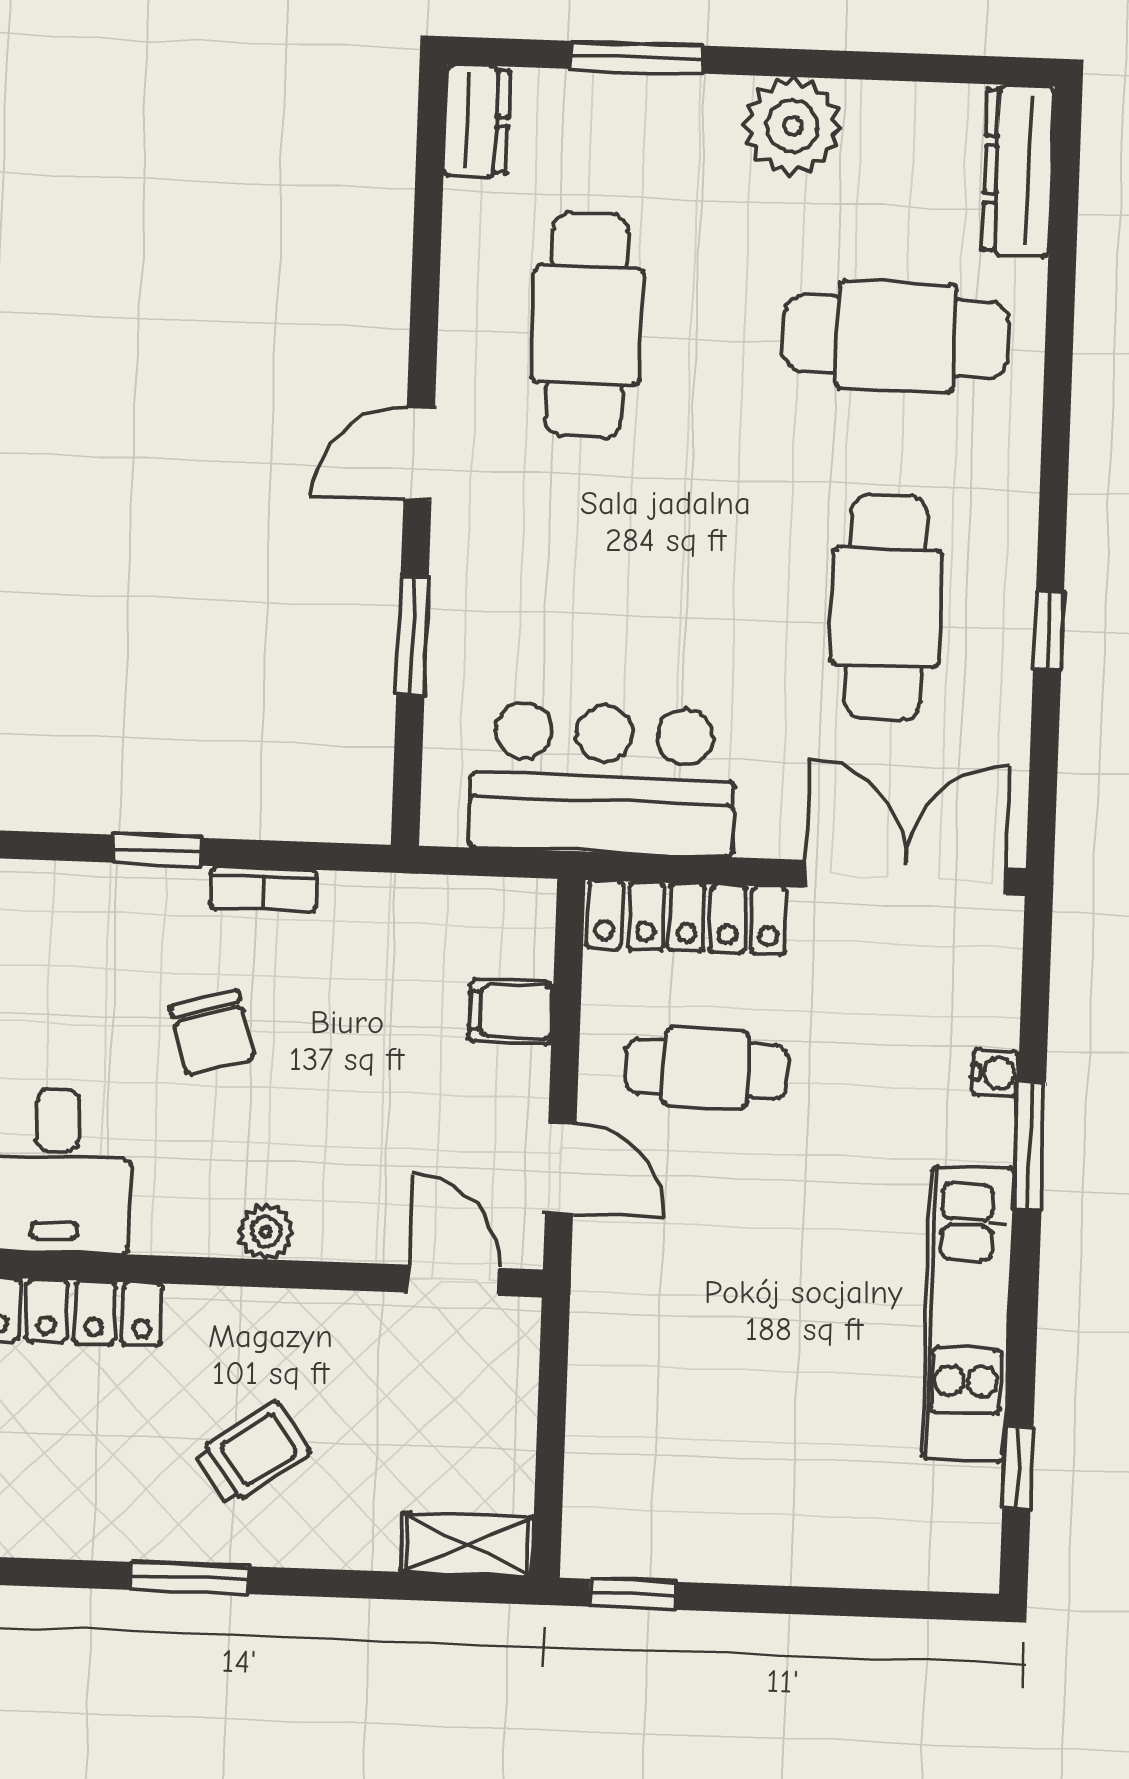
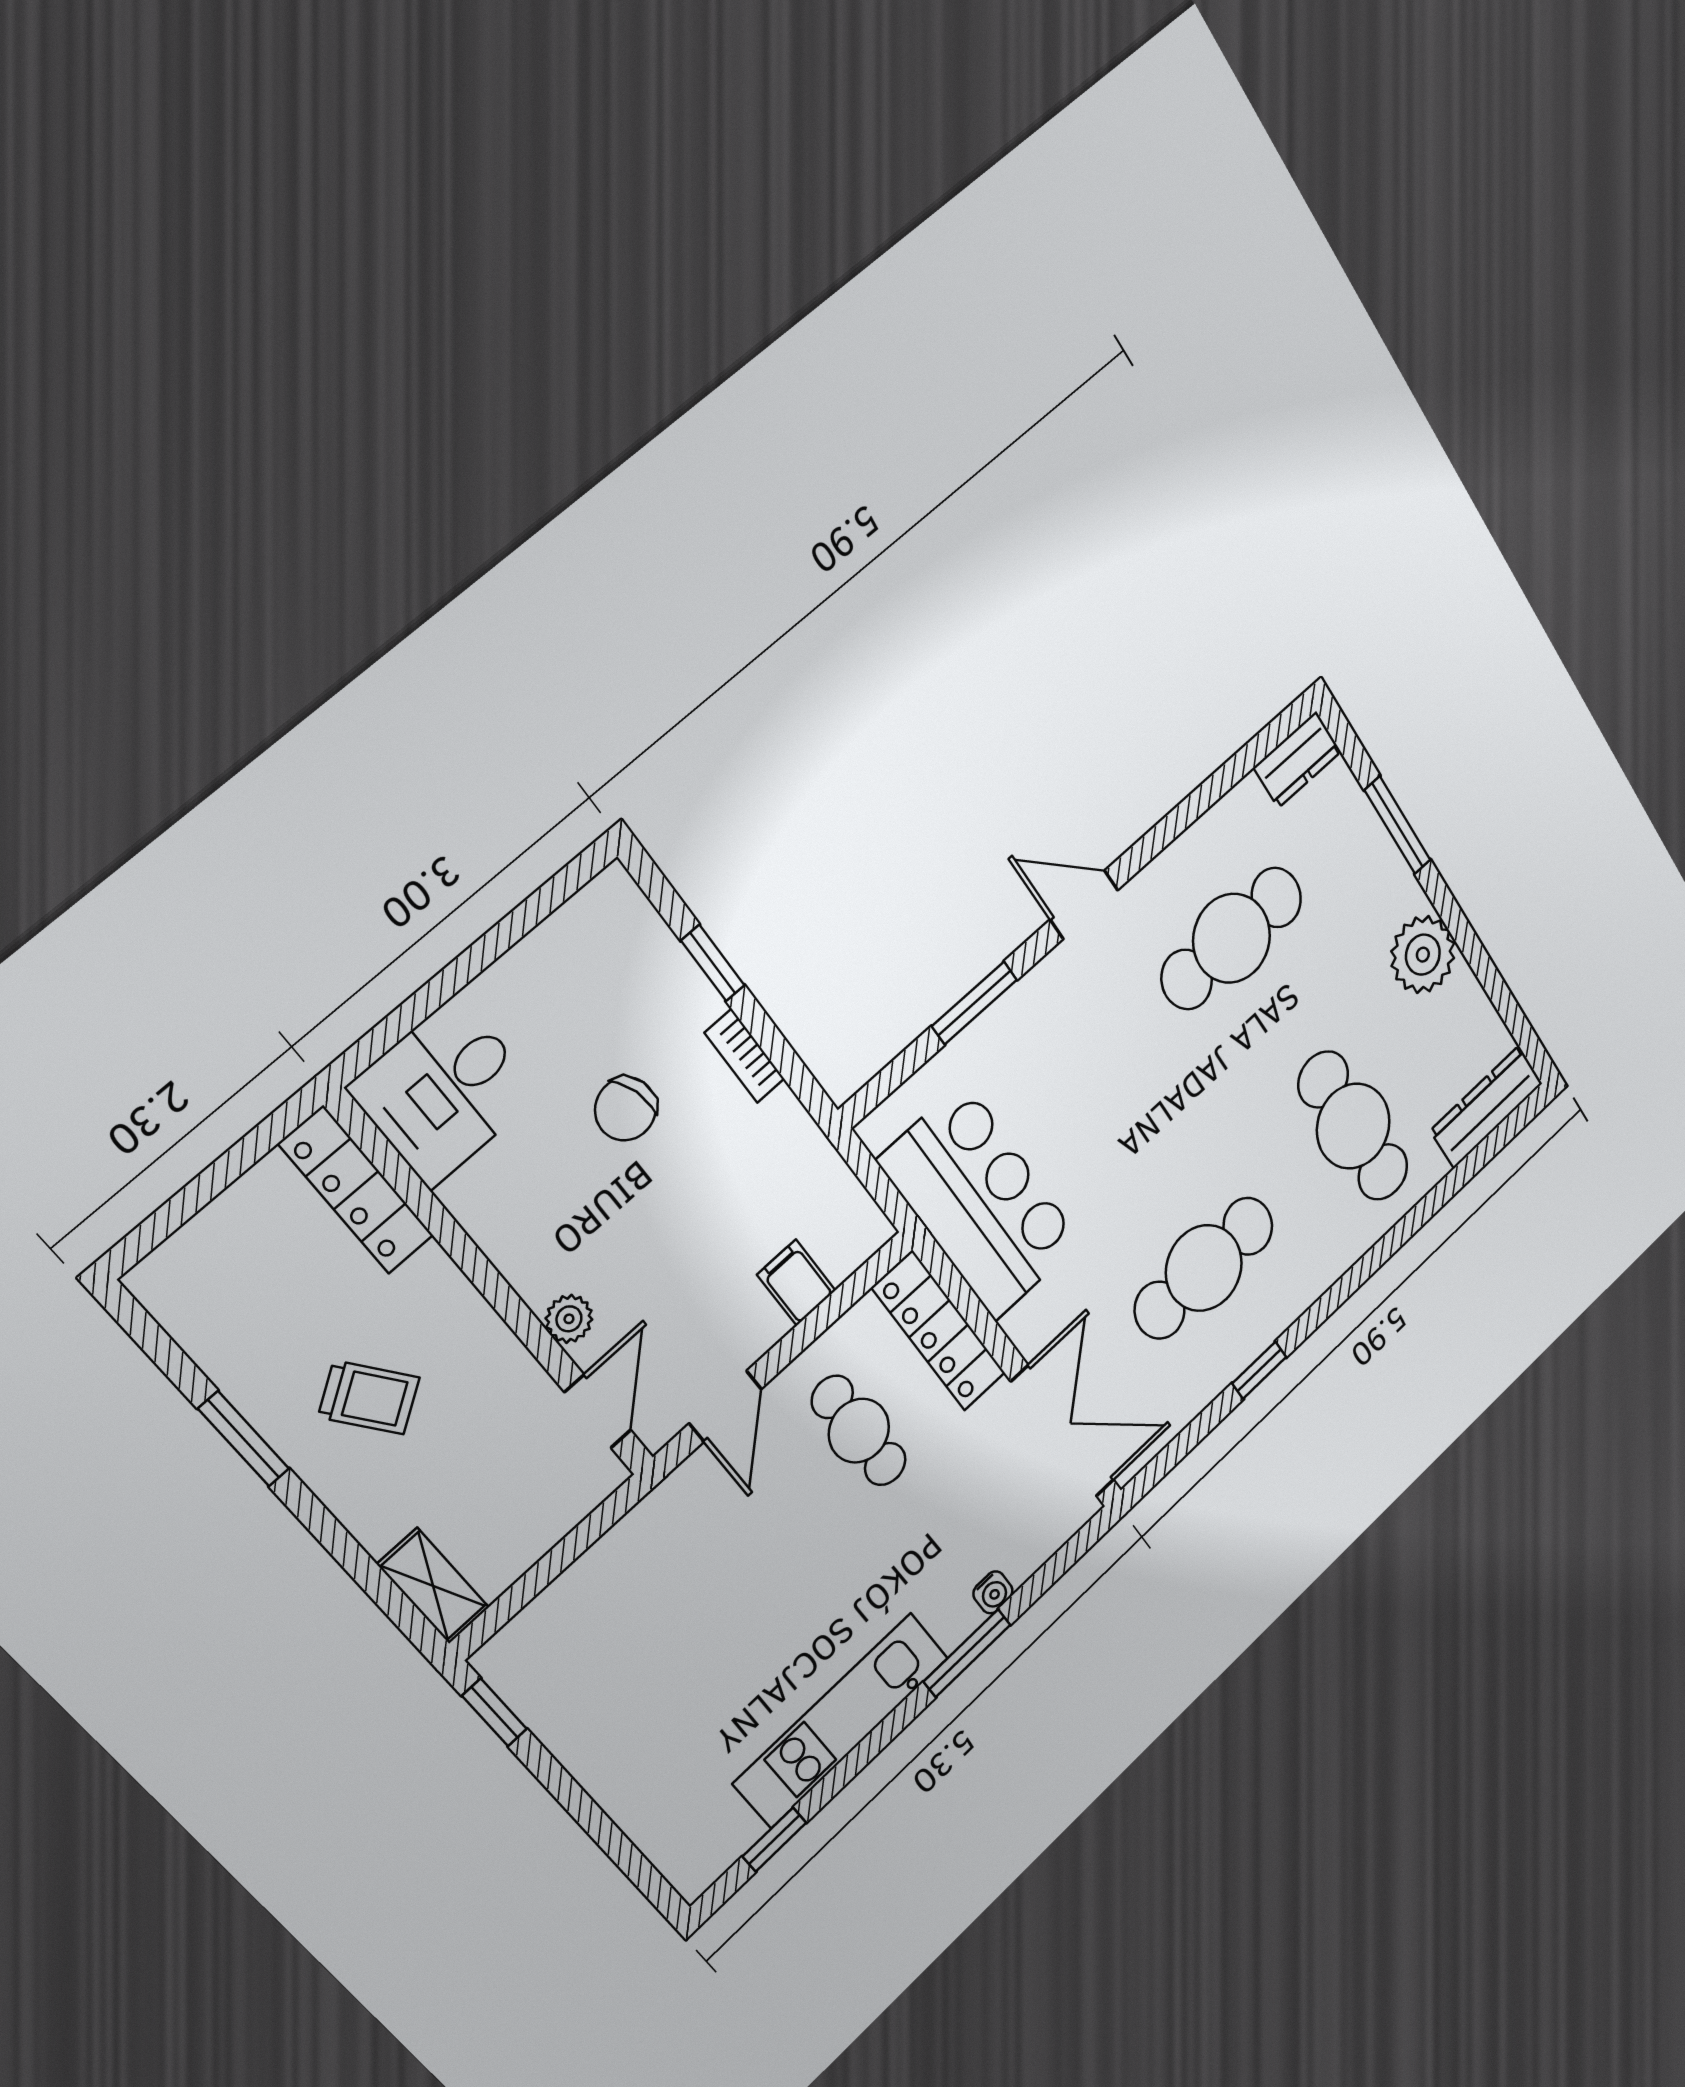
plant: (266, 1232) -> (569, 1319), moved

